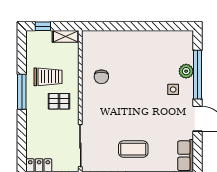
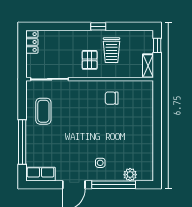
plant: (186, 71) -> (130, 175), moved
window: (22, 92) -> (98, 26), width x0.46
coffee table: (133, 149) -> (43, 111), moved

